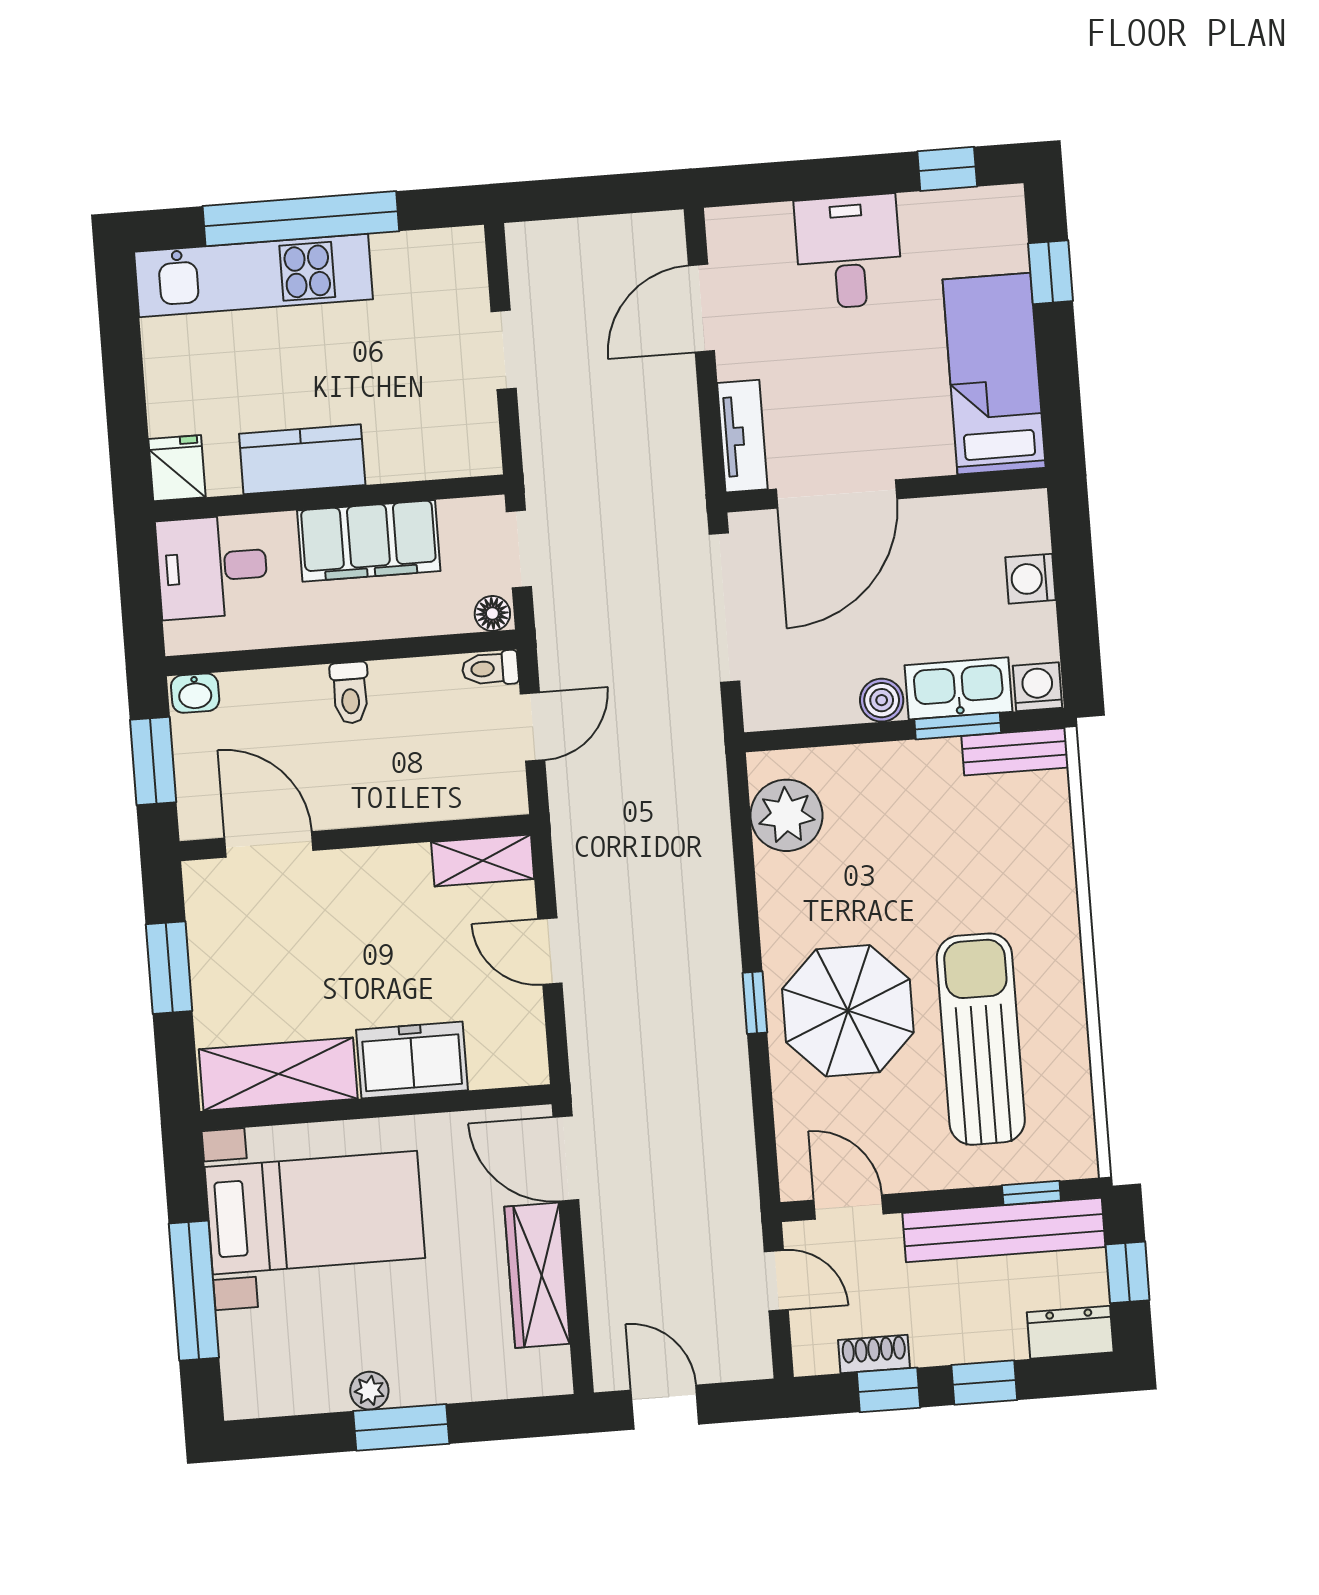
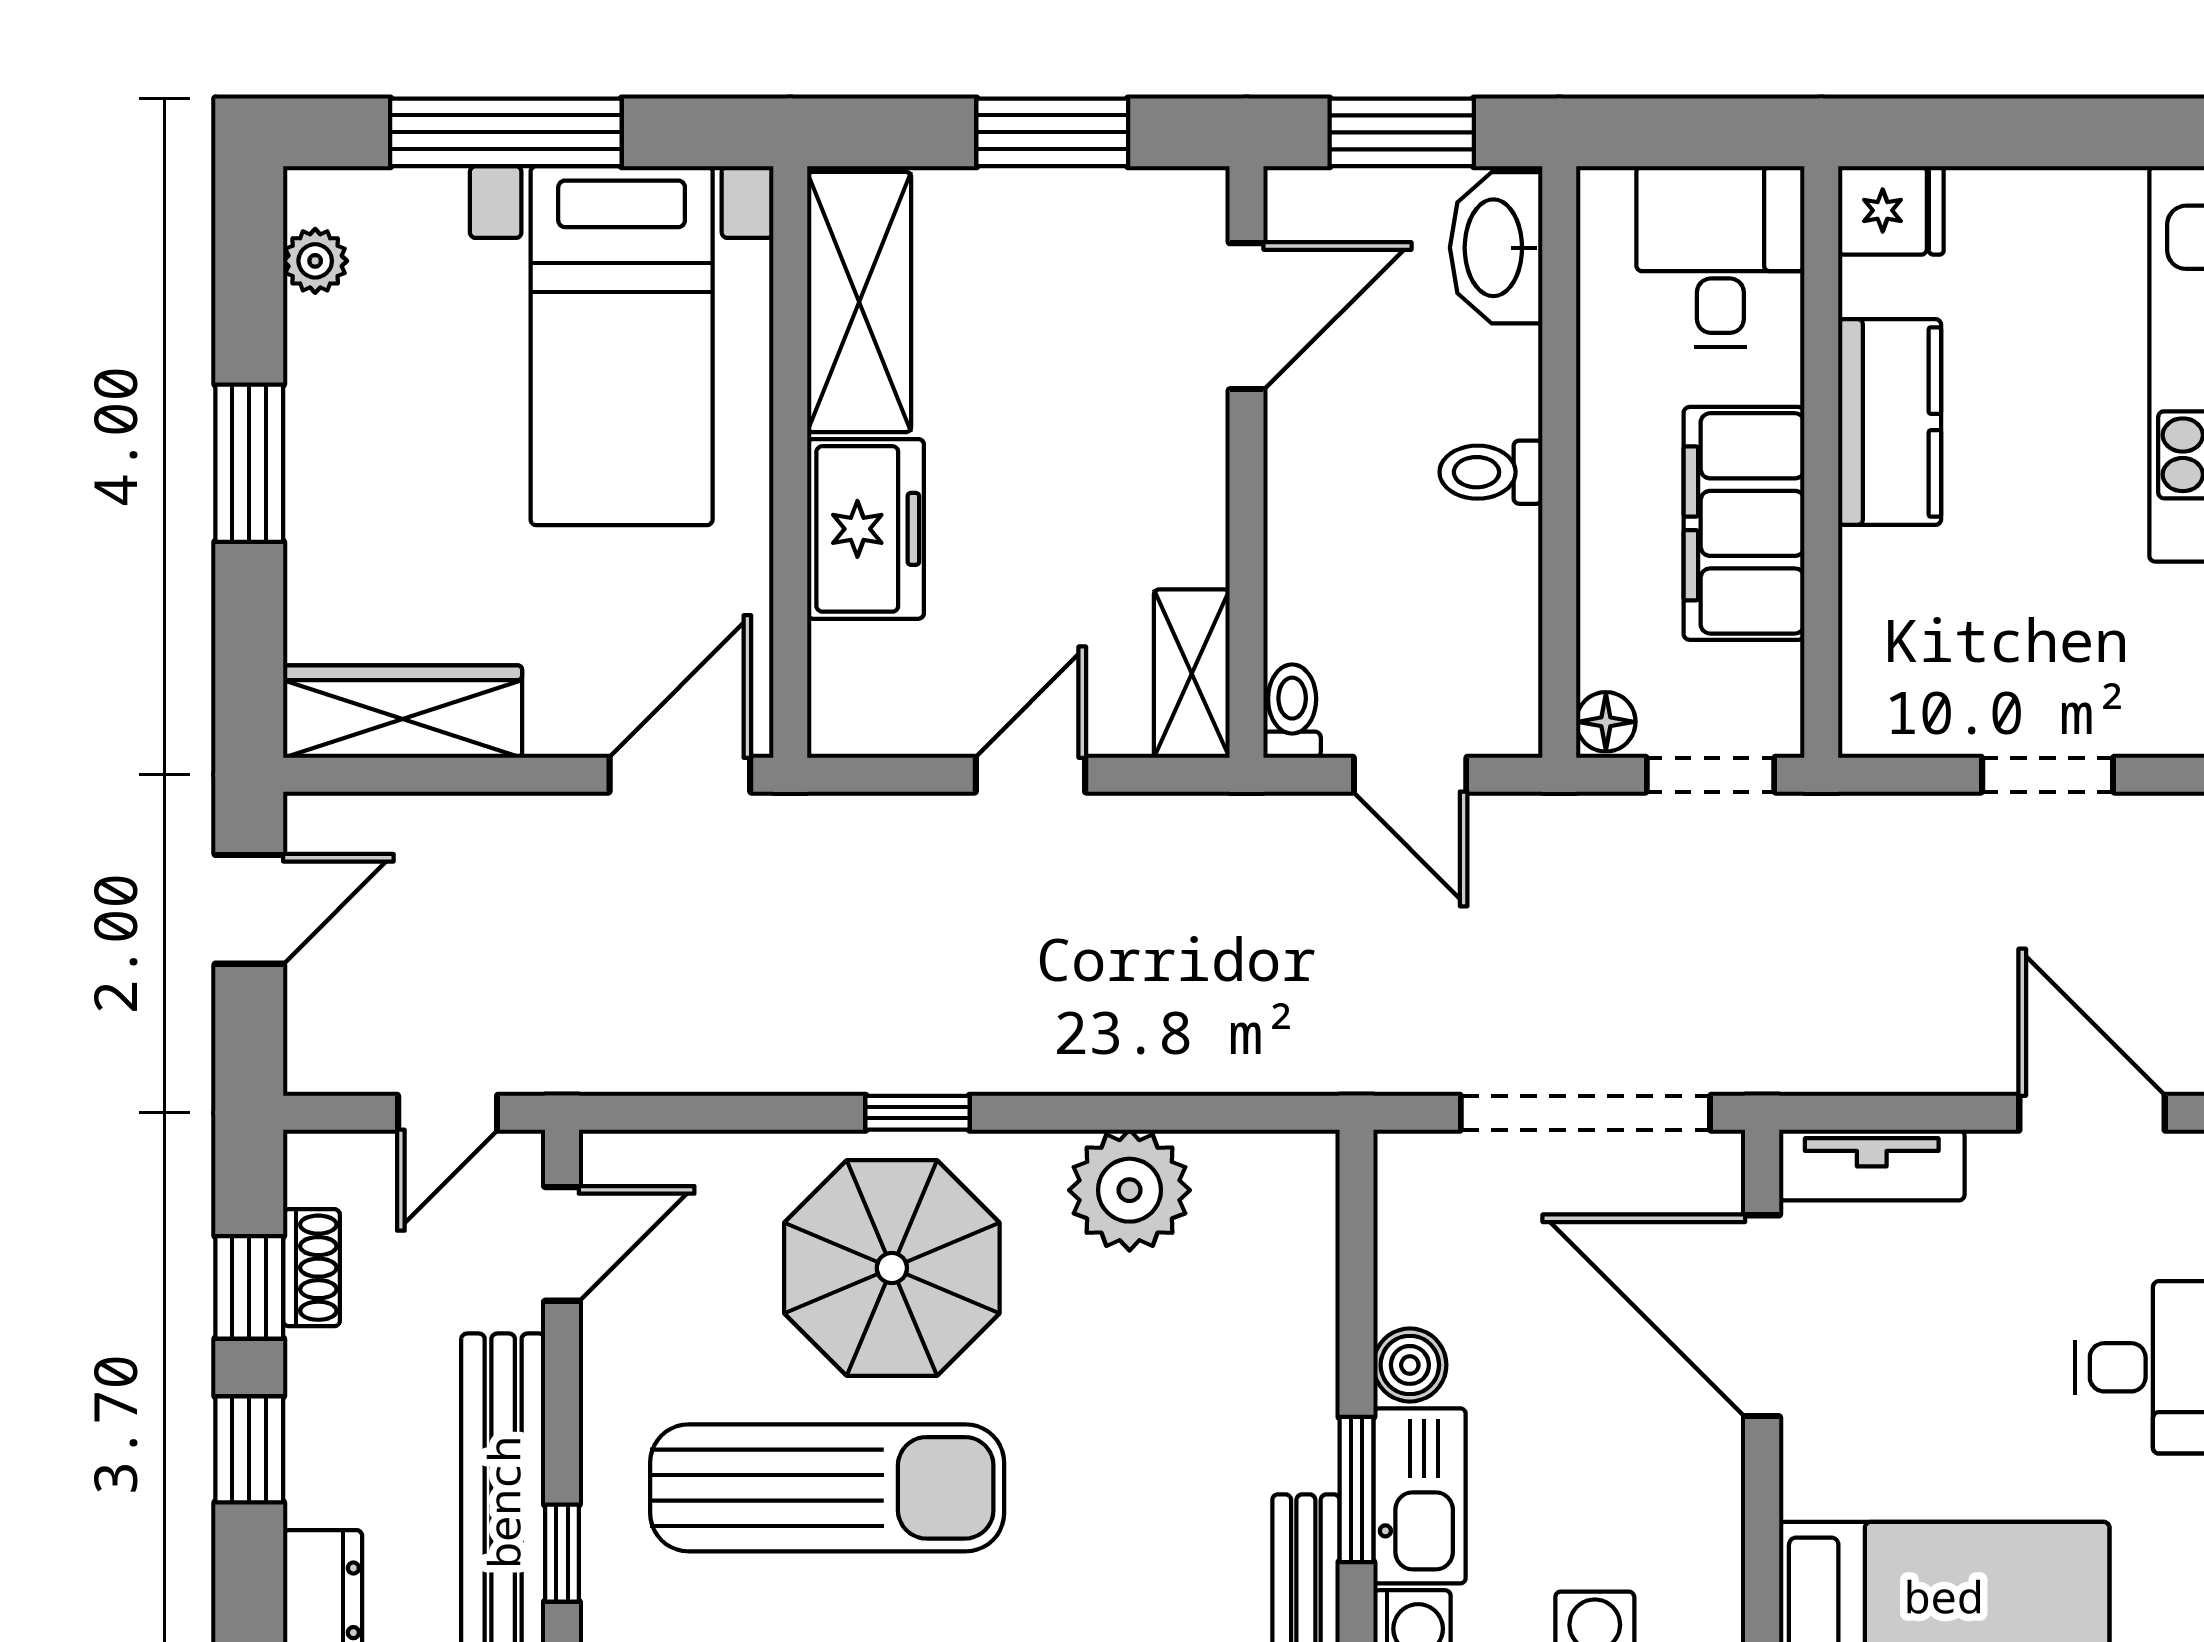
toilet: (490, 668) -> (1292, 711), moved
washbasin: (195, 693) -> (1496, 248), width x1.91, depth x1.45
plant: (787, 815) -> (1130, 1190), moved
wardrobe: (537, 1275) -> (403, 712), moved
plant: (369, 1391) -> (315, 261), moved

